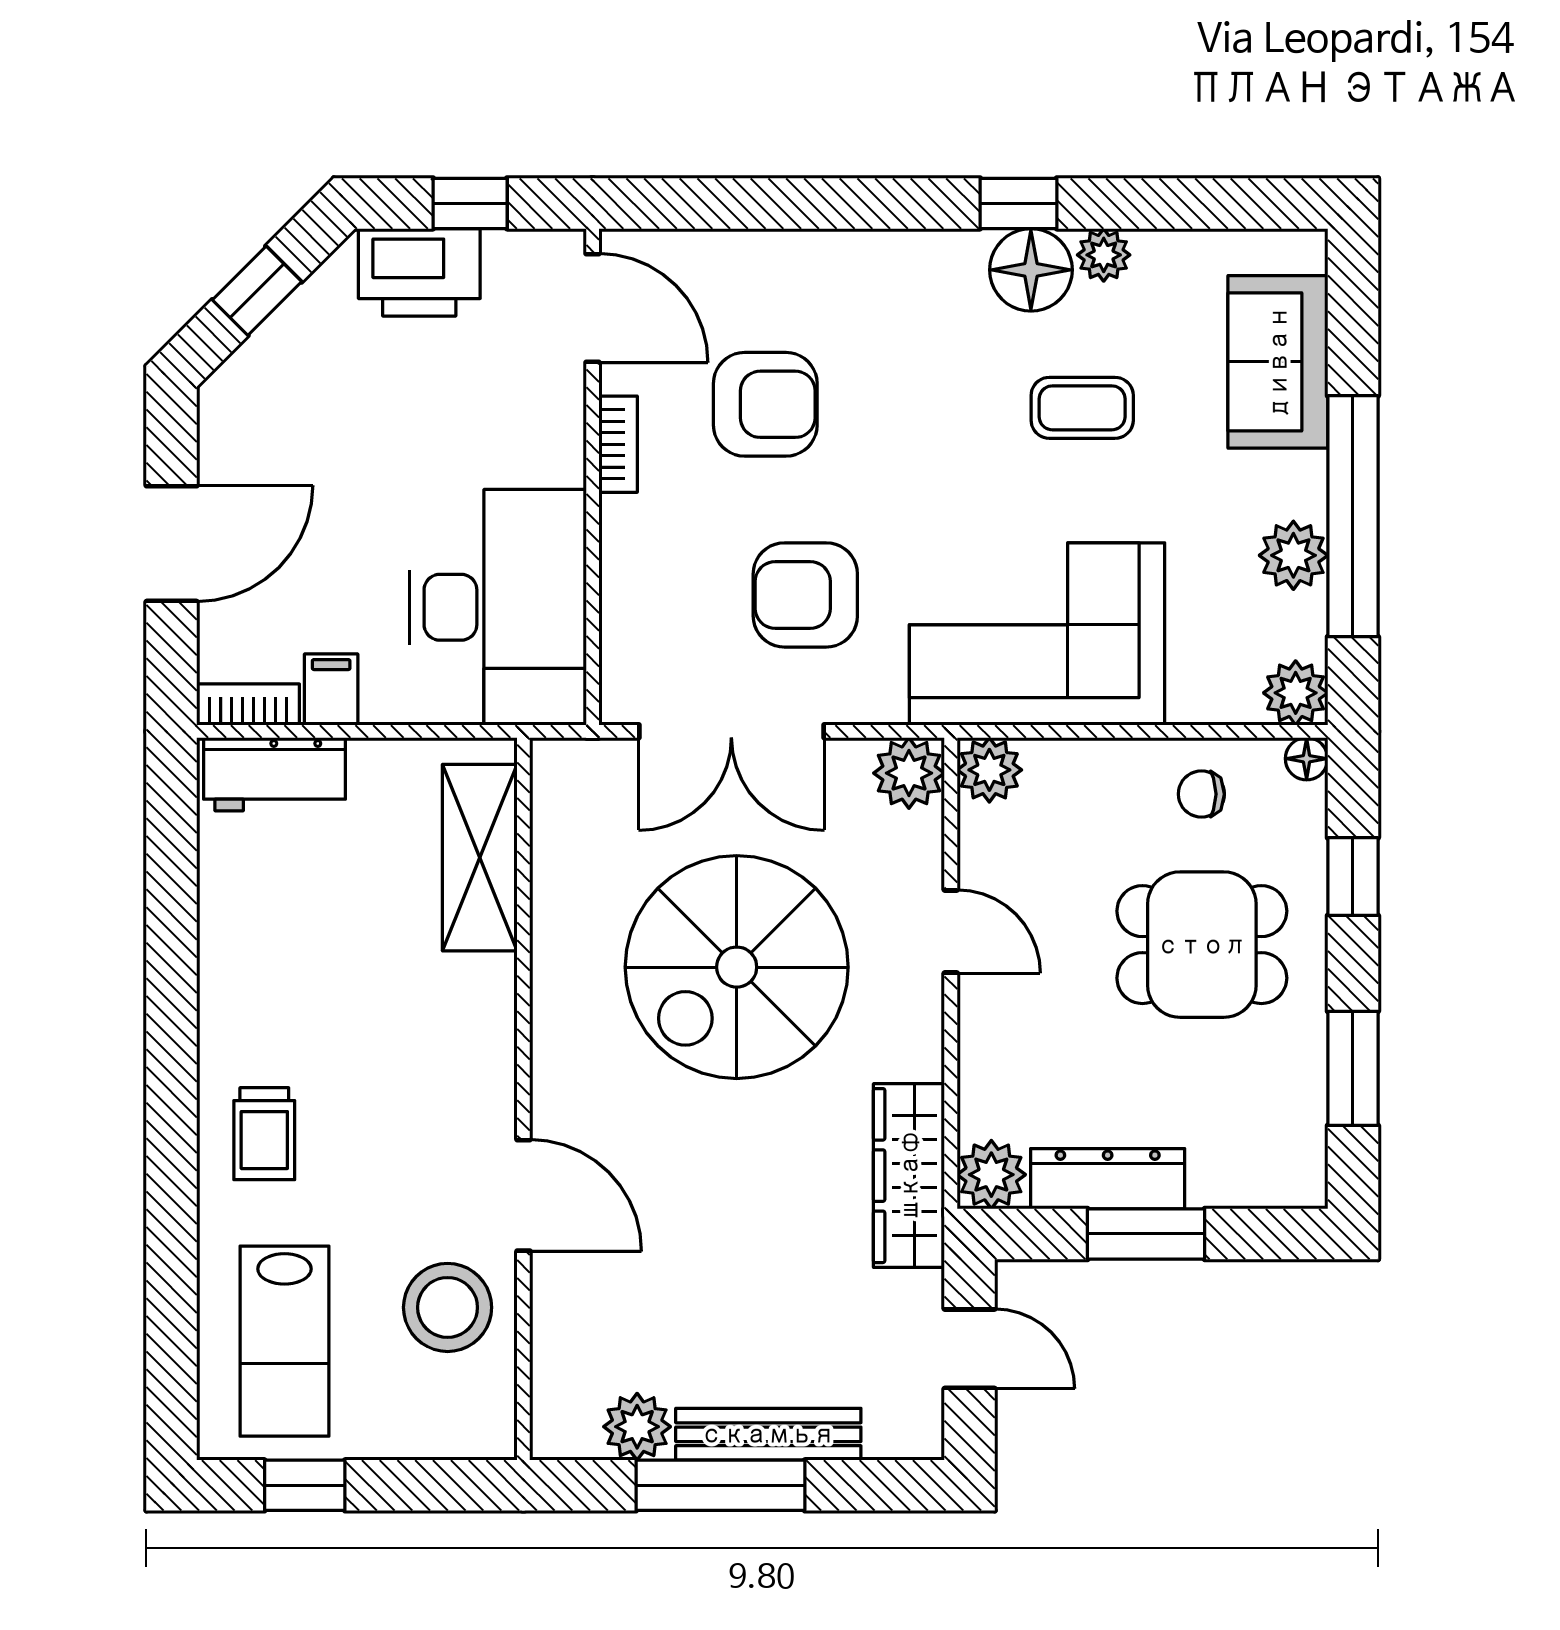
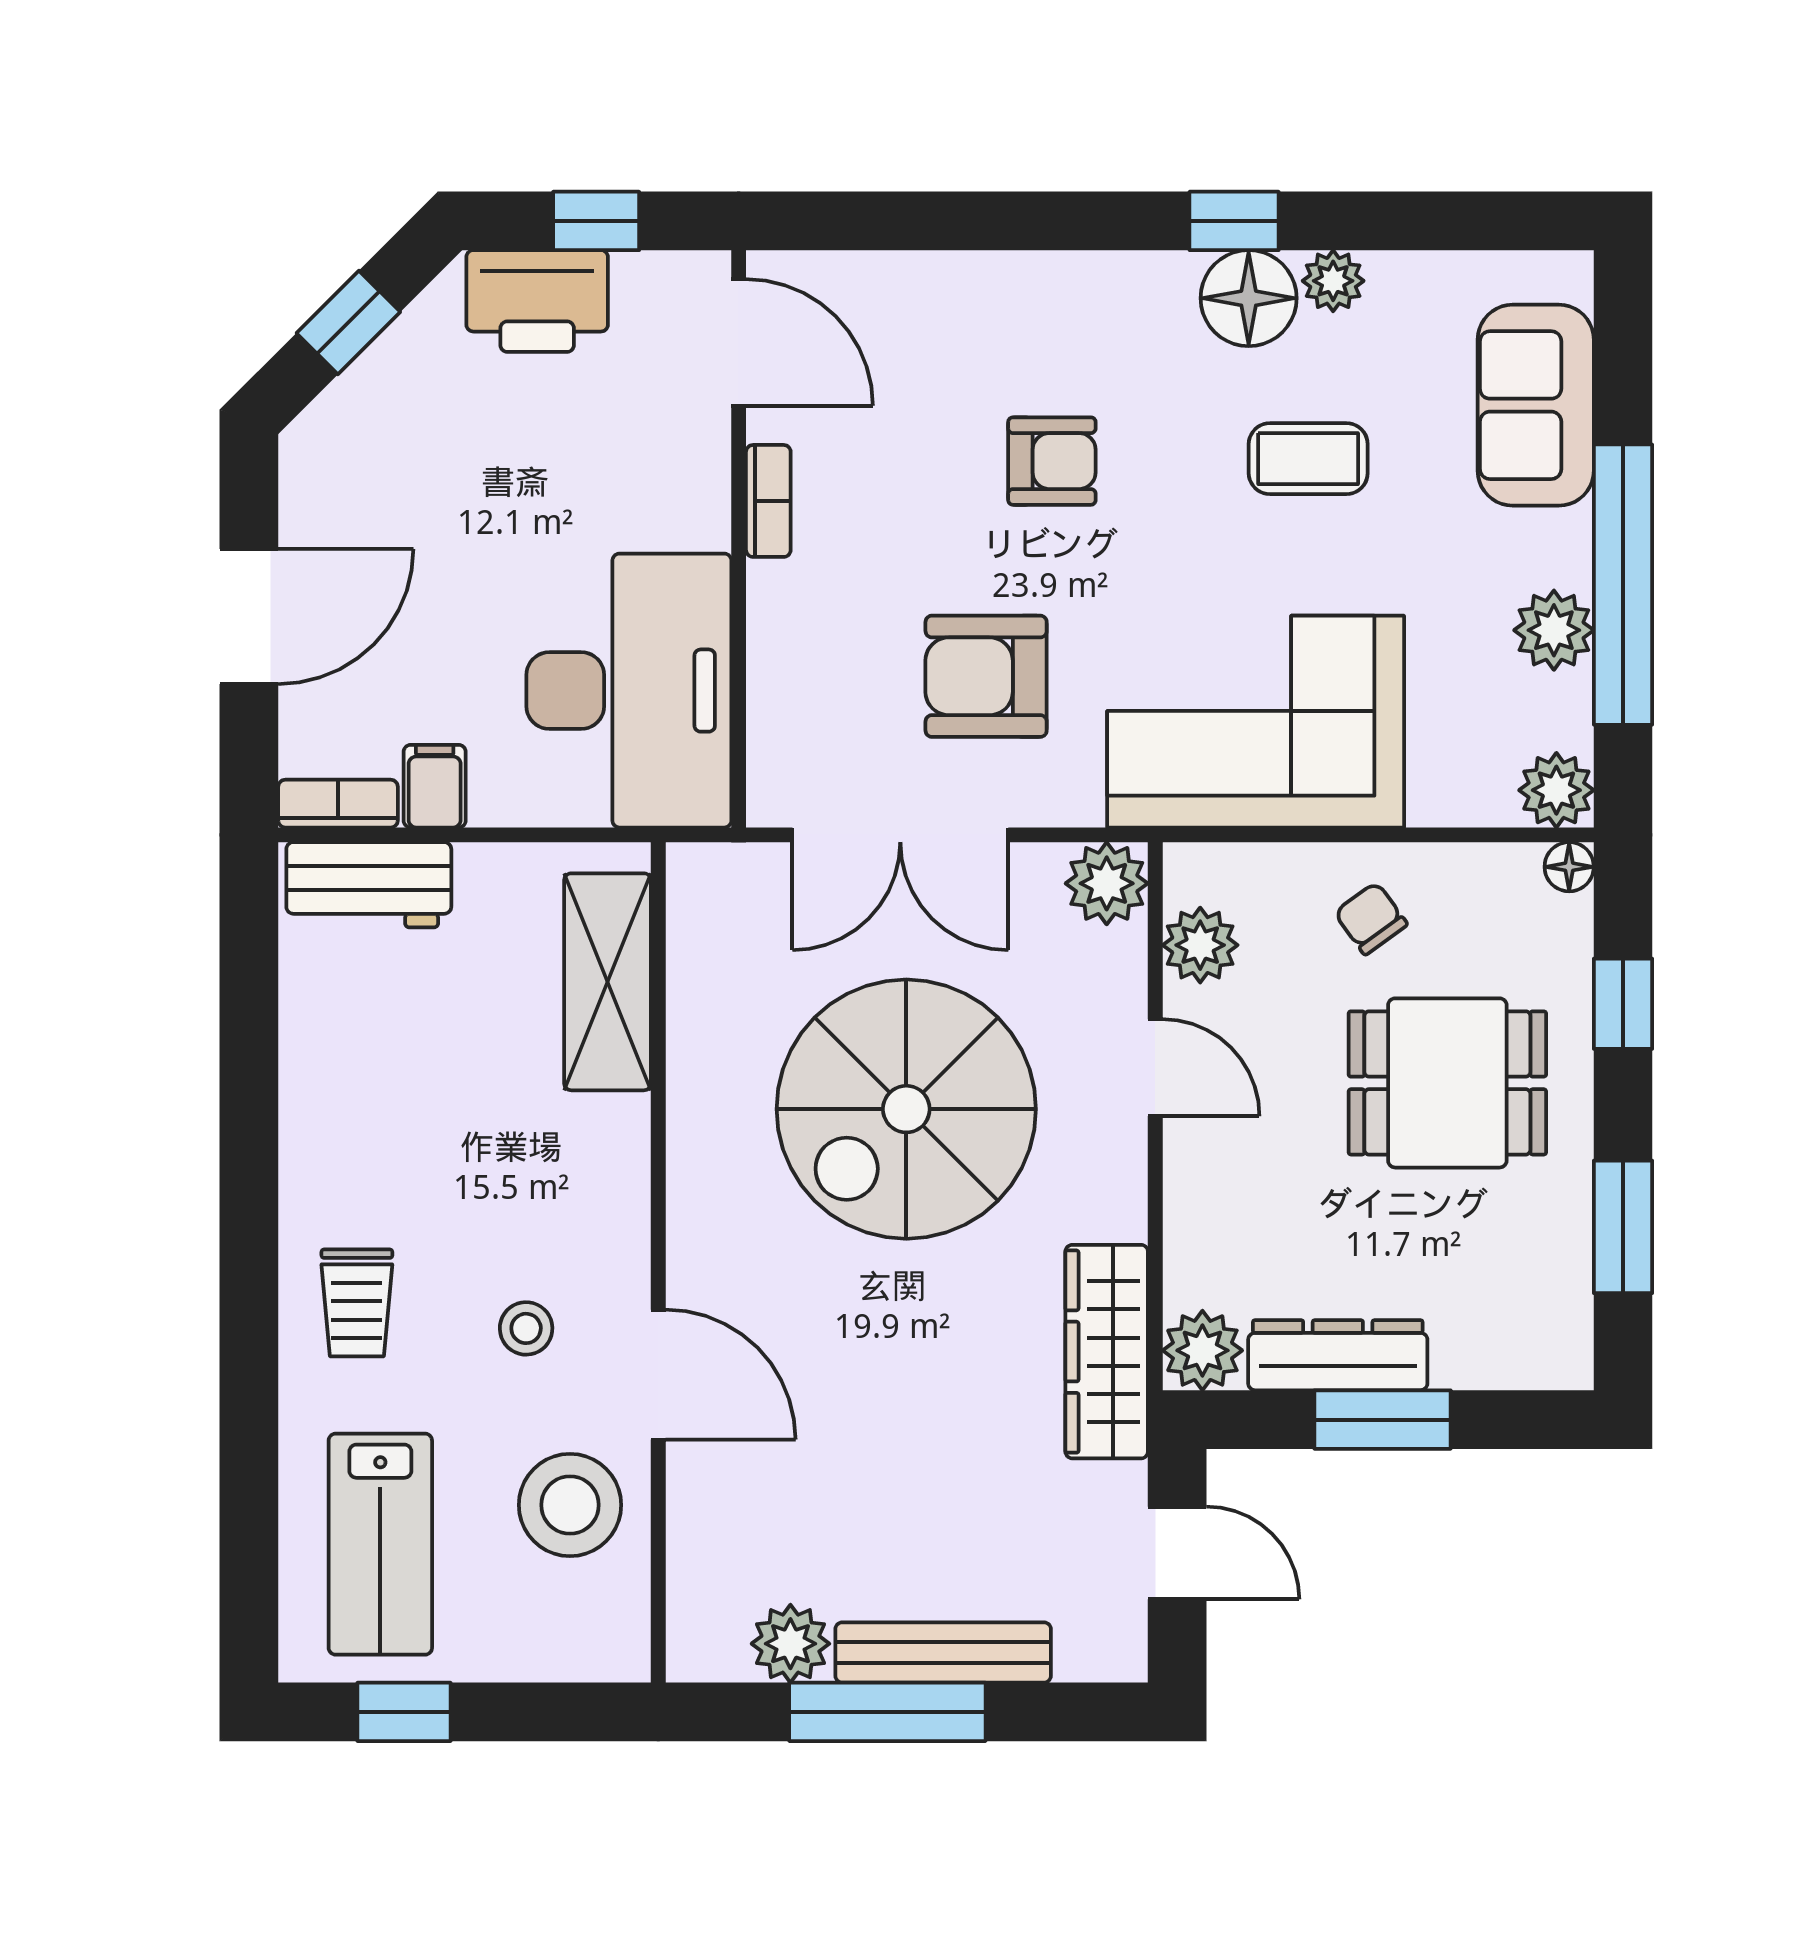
armchair: (765, 404) -> (1052, 461), moved, width x0.72, depth x0.72
plant: (989, 770) -> (1200, 945), moved
chair: (1201, 794) -> (1371, 918), moved, turned 54
stool: (410, 1156) -> (526, 1328), added

